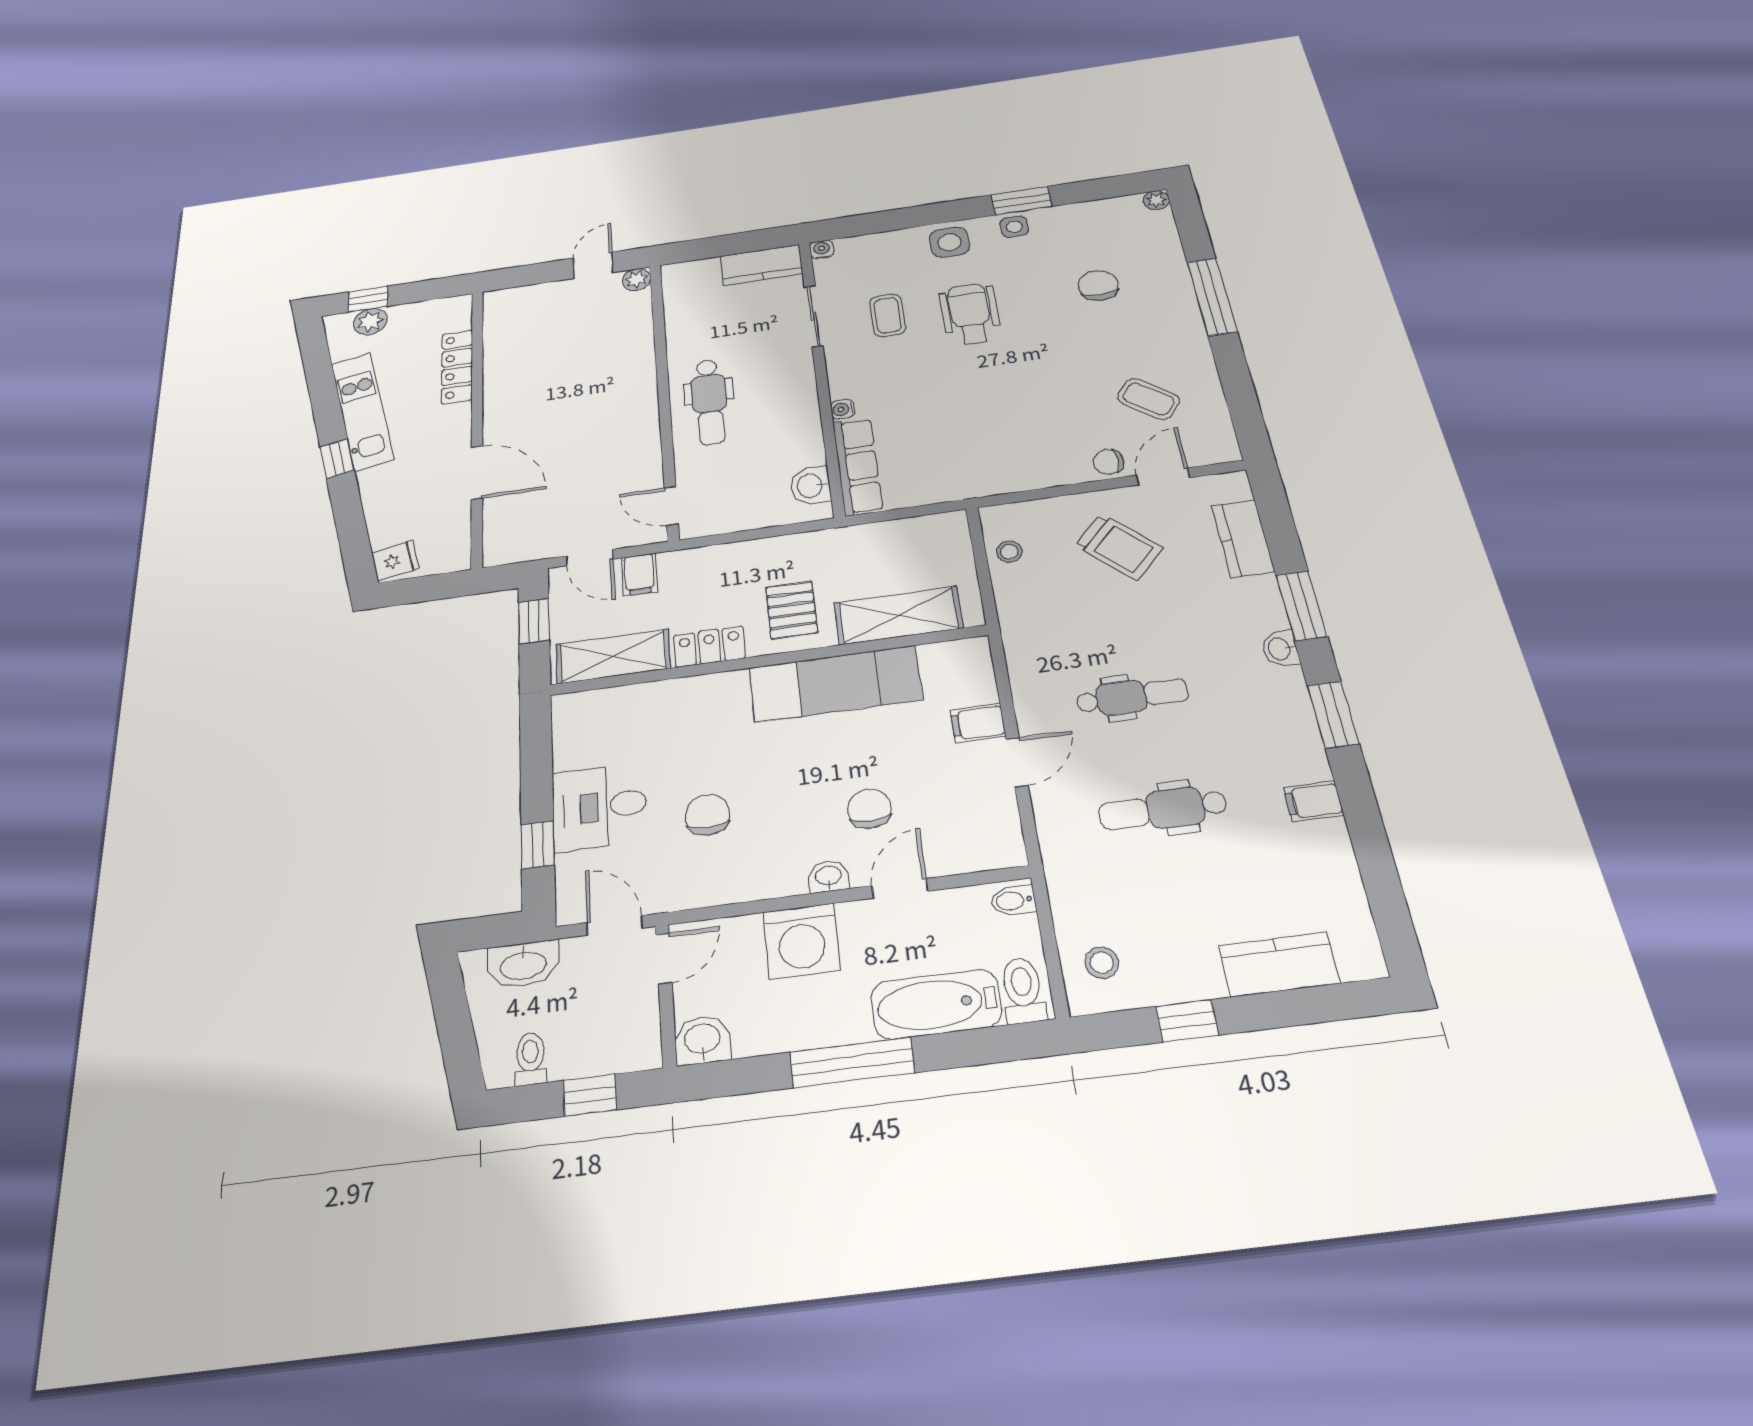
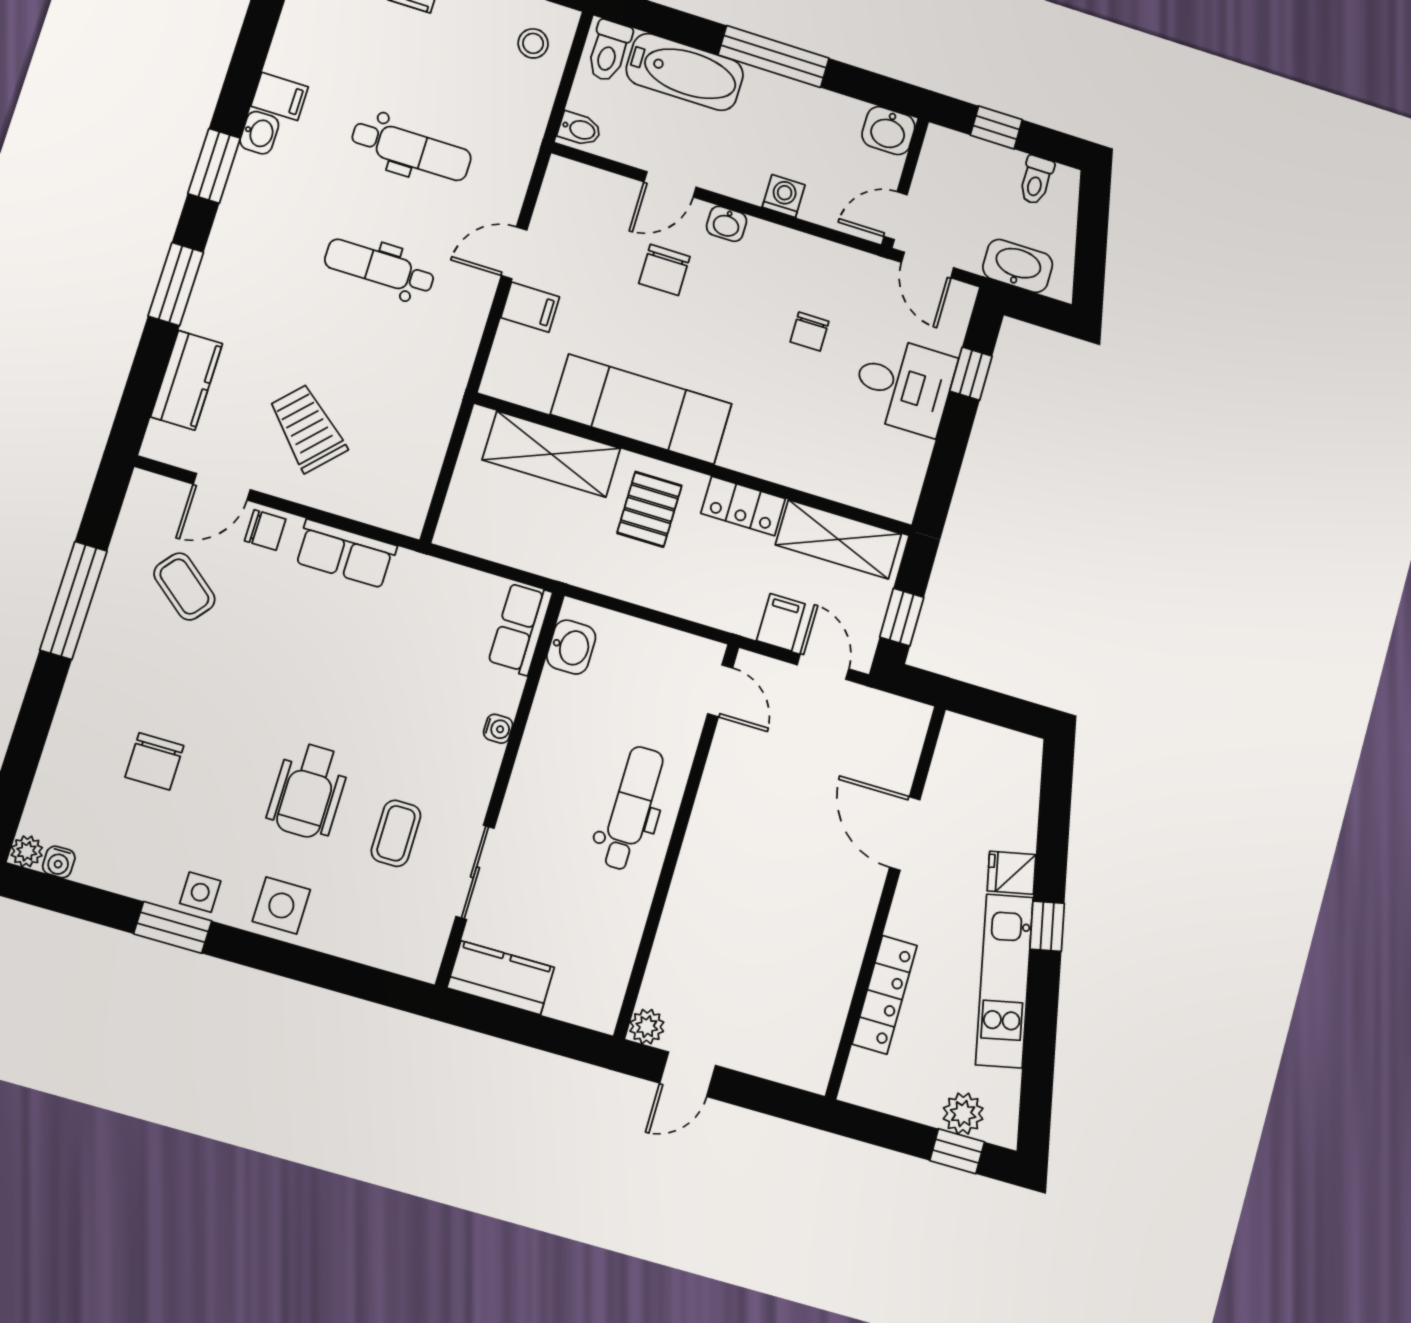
water cooler: (822, 250) -> (59, 862), moved
window: (1212, 297) -> (73, 600), moved
row of seats: (858, 466) -> (520, 628), width x0.68
row of seats: (1033, 473) -> (345, 554), added
stool: (1009, 552) -> (414, 474), removed
fridge: (395, 561) -> (1012, 873), moved
washbasin: (1280, 649) -> (259, 133), moved
chair: (708, 815) -> (809, 332), width x0.73, depth x0.73
washing machine: (801, 941) -> (784, 196), width x0.53, depth x0.53

